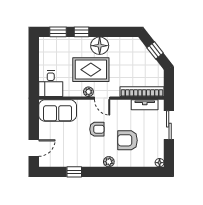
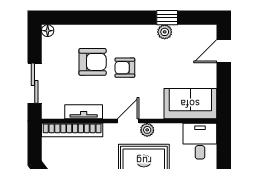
door: (102, 98) -> (128, 121), hinge flipped
tv unit: (145, 105) -> (84, 112), moved
armchair: (97, 129) -> (125, 68), moved
plant: (109, 162) -> (165, 32), moved

